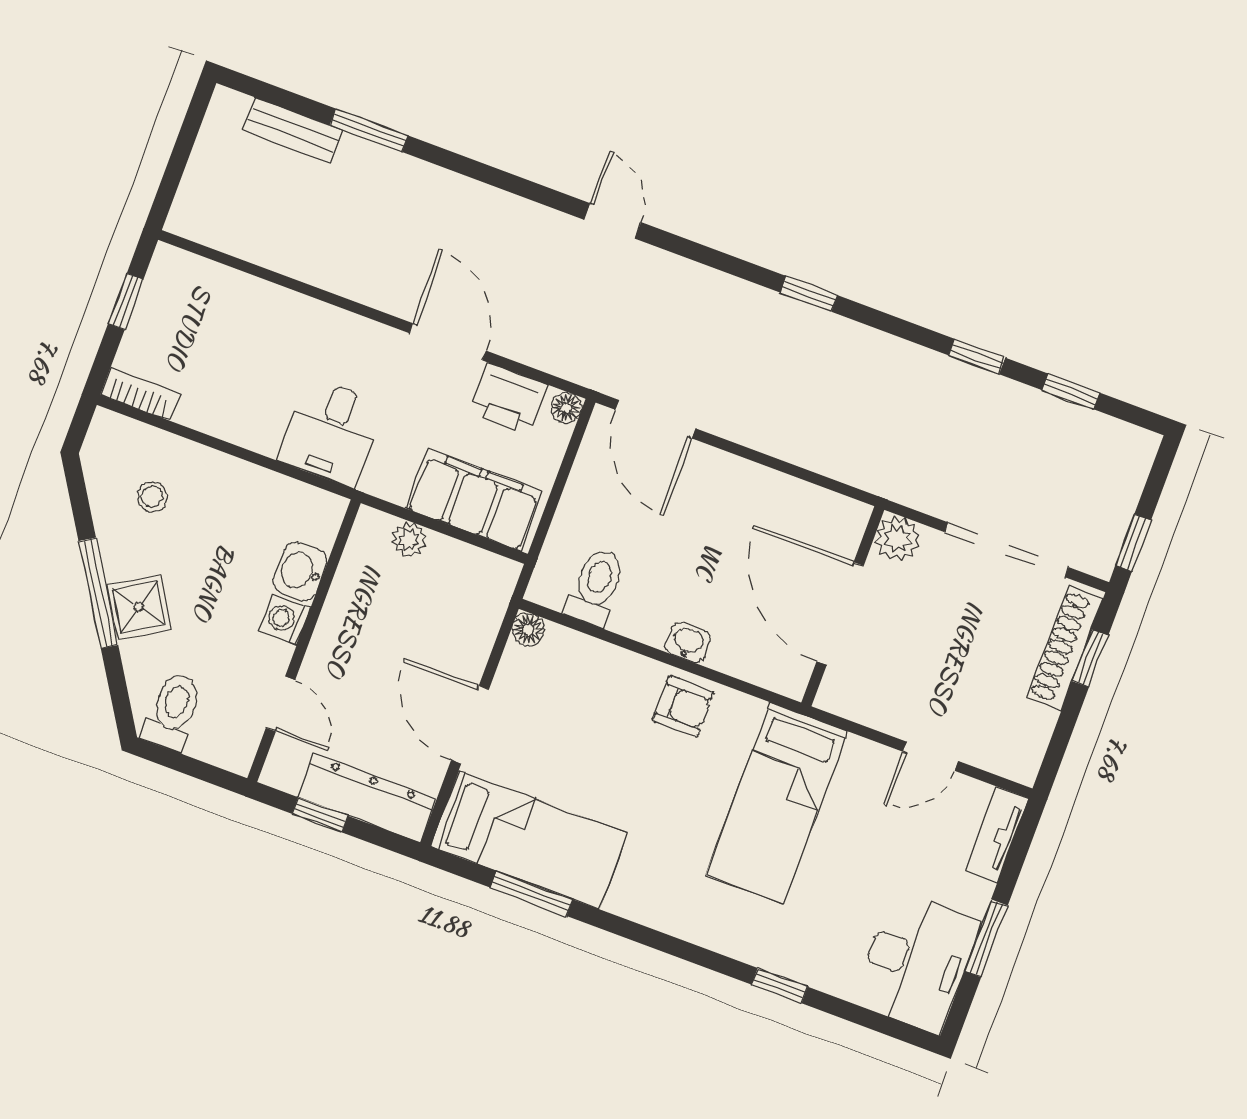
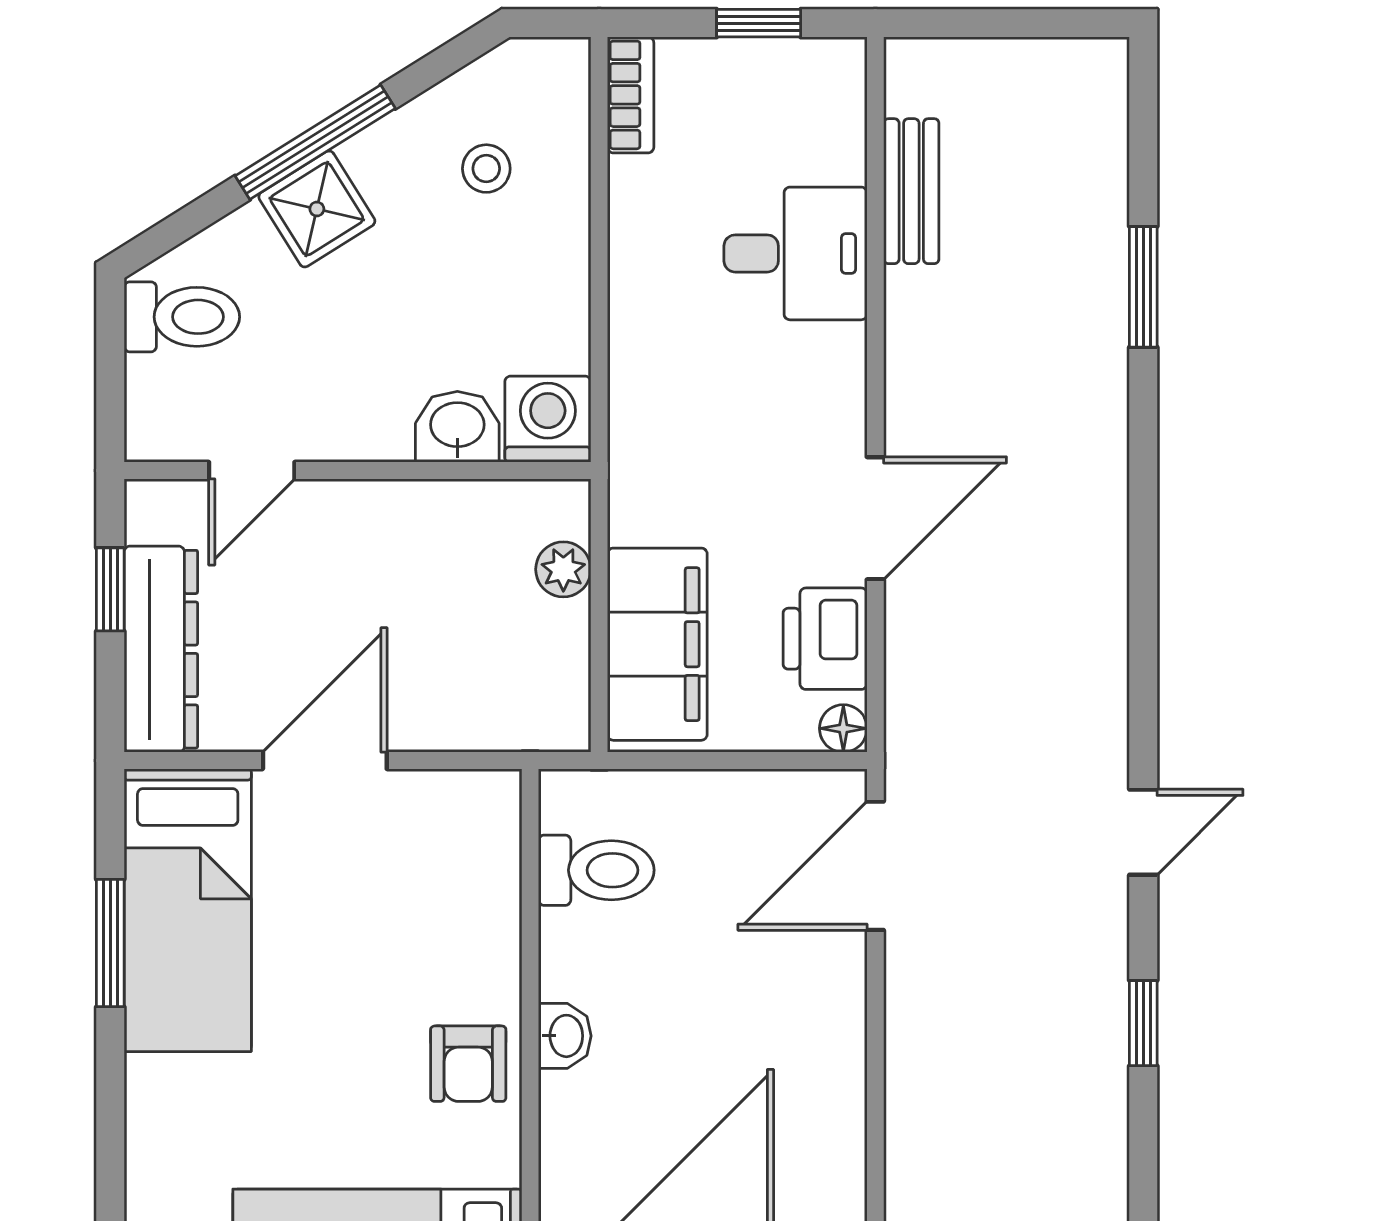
bench: (293, 130) -> (911, 191), moved
door: (612, 221) -> (1143, 832), moved
desk: (331, 432) -> (796, 253), moved, turned 180
washing machine: (285, 619) -> (548, 419), moved, width x1.38, depth x1.38
floor lamp: (528, 629) -> (497, 794), removed

